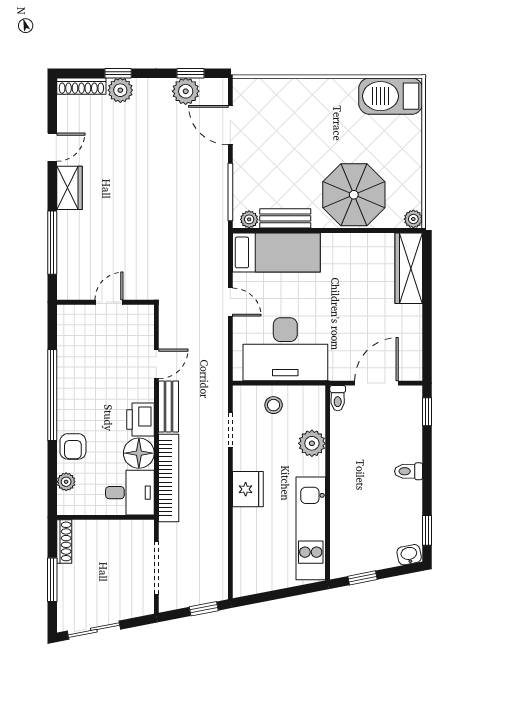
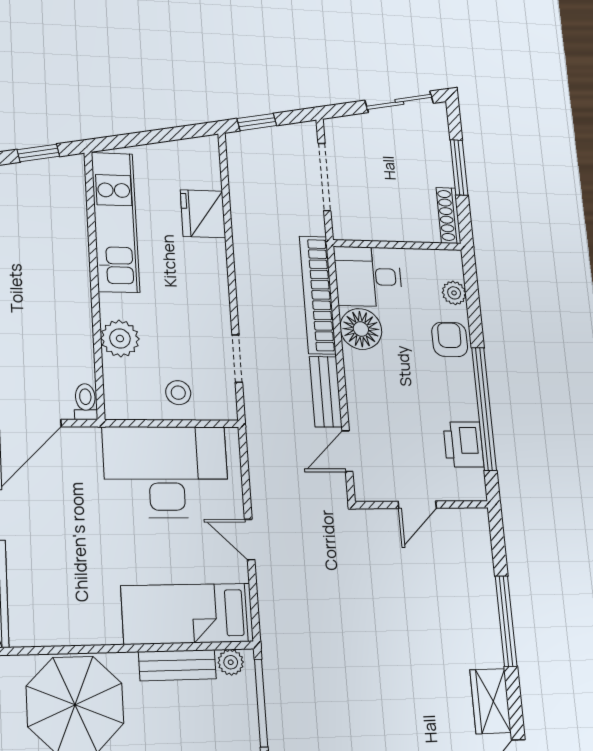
wall: (105, 302) -> (422, 505), moved
door: (109, 302) -> (417, 505), moved
printer: (140, 419) -> (463, 444), moved, turned 180
fridge: (248, 489) -> (203, 214), moved

